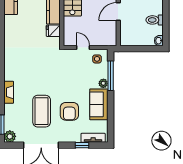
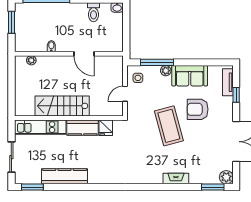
coffee table: (42, 111) -> (169, 126), moved, turned 75
armchair: (69, 111) -> (198, 109), turned 180

